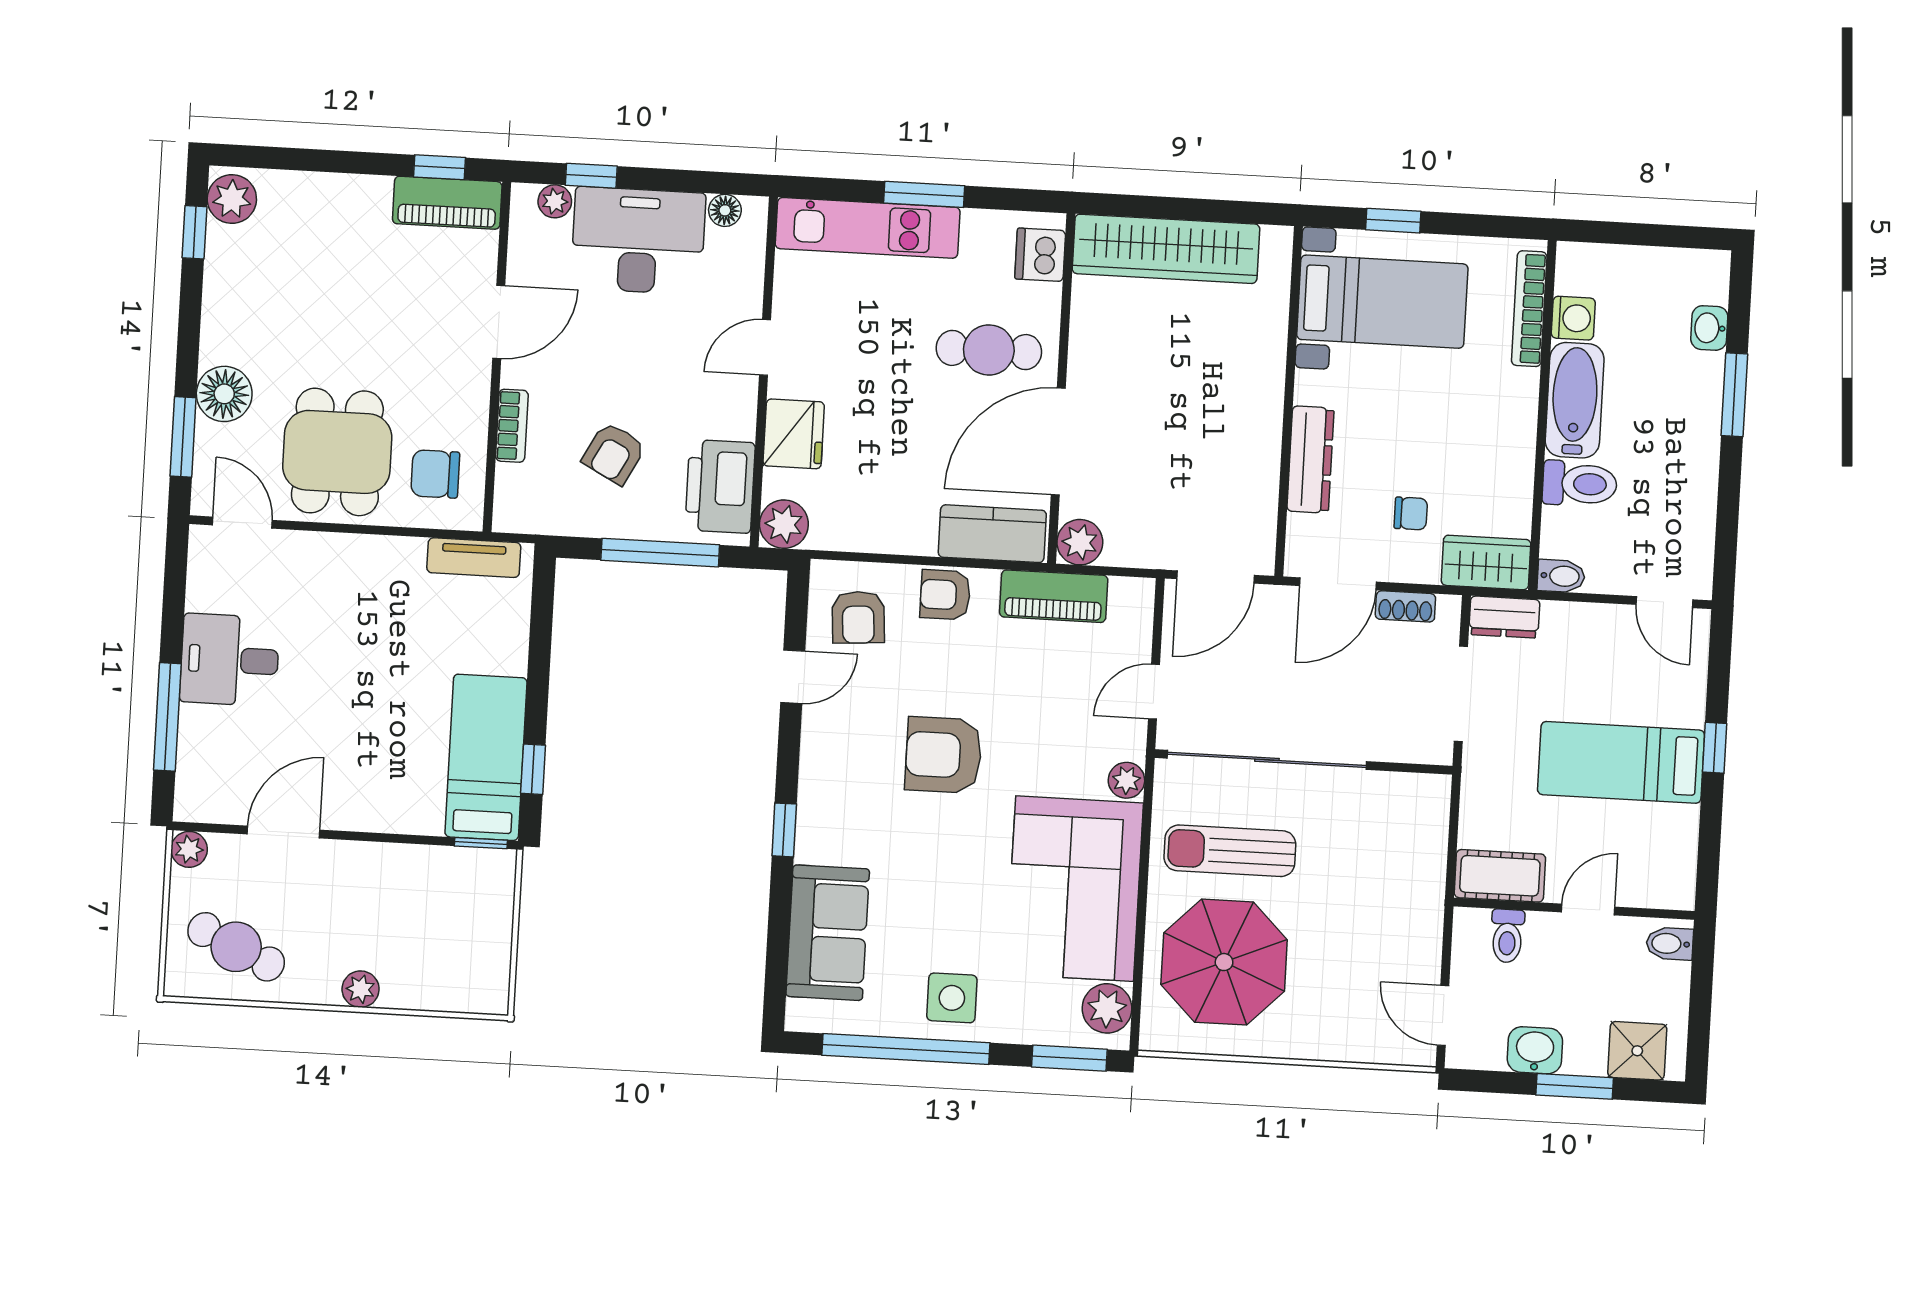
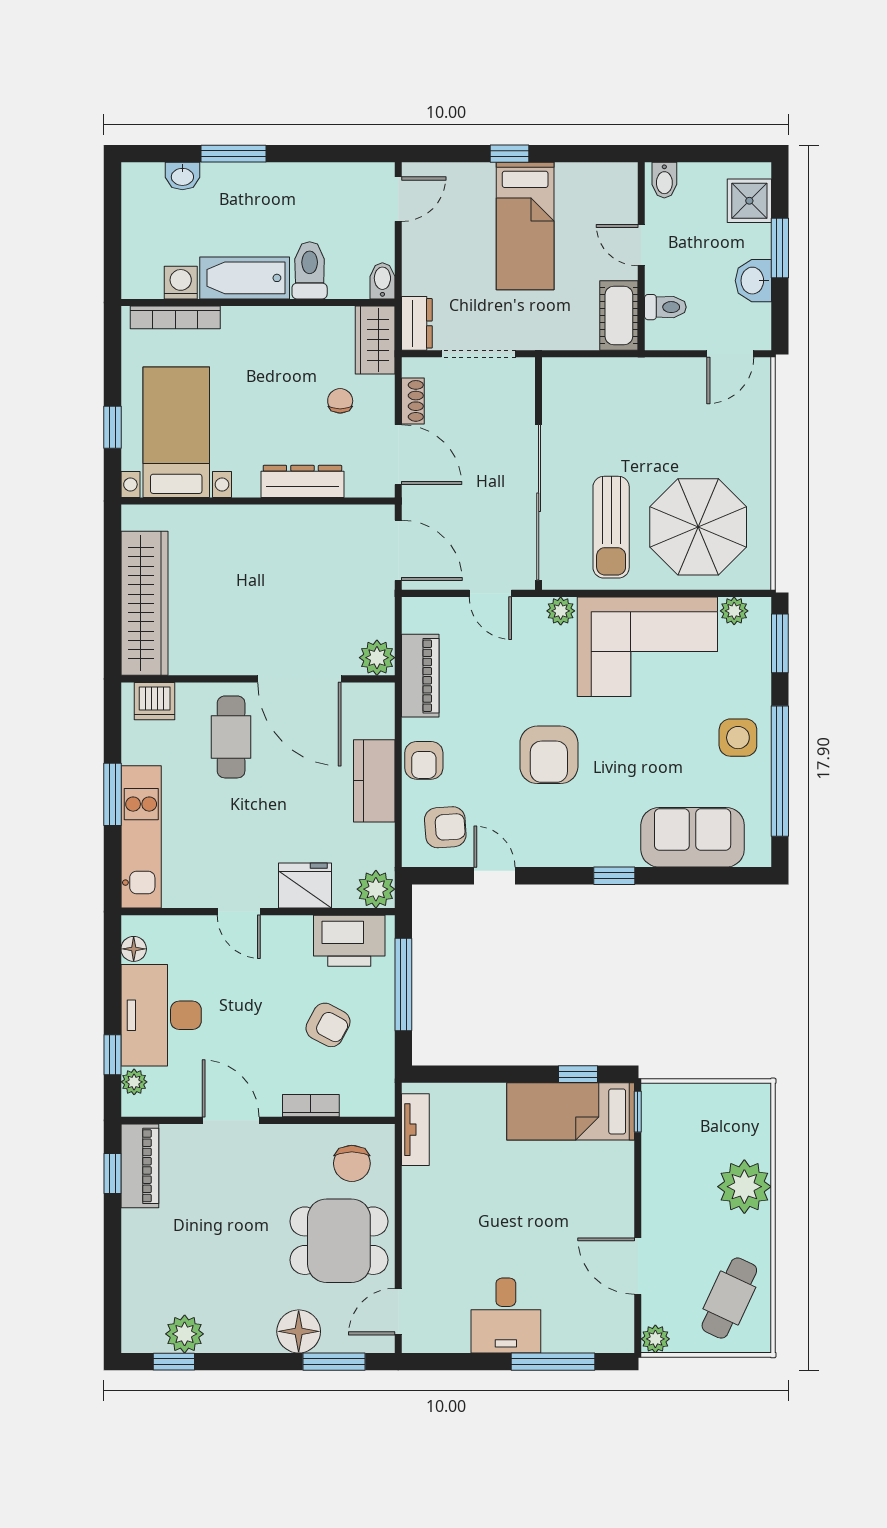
plant: (232, 199) -> (185, 1334), moved
kitchen counter: (992, 534) -> (374, 781), moved
plant: (361, 989) -> (744, 1187), width x1.87, depth x1.87
plant: (1107, 1008) -> (734, 611), width x0.73, depth x0.73

